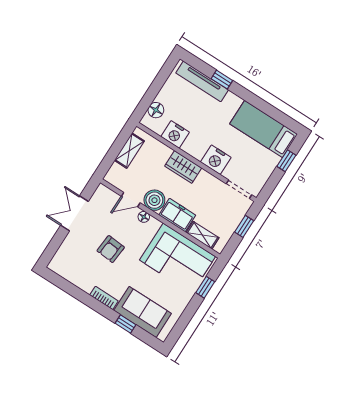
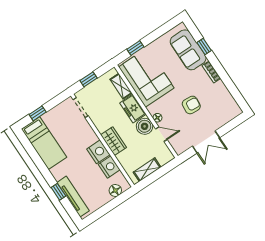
nightstand: (216, 160) -> (98, 152), moved

